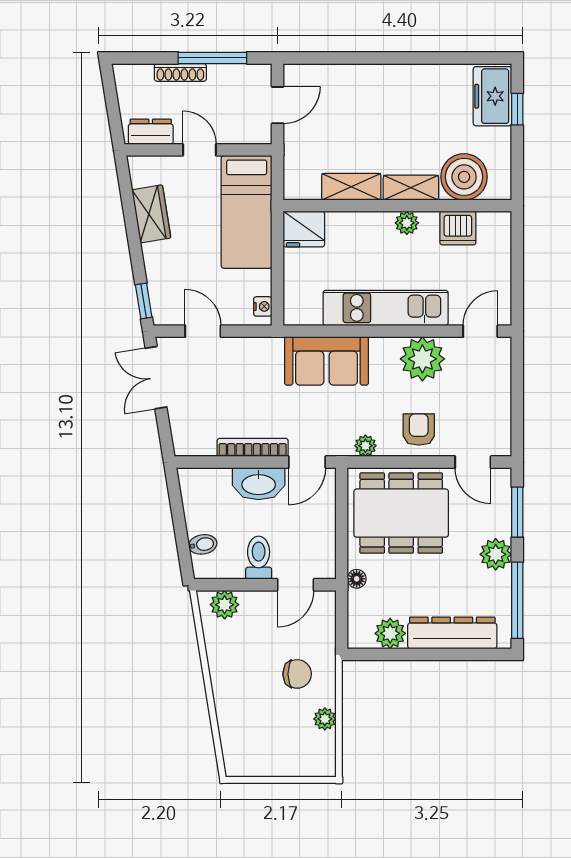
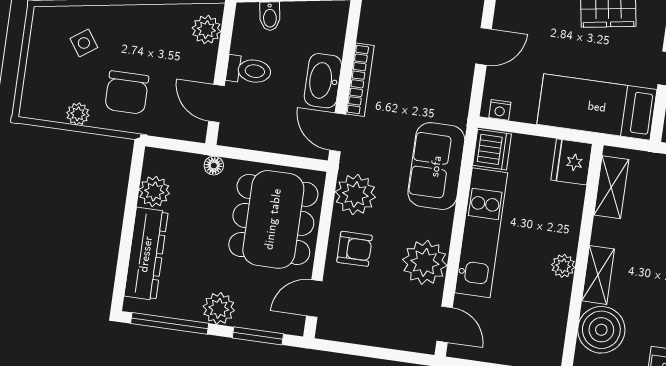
shelving: (351, 187) -> (611, 187), moved
dishwasher: (458, 228) -> (492, 150), moved, turned 180
plant: (365, 446) -> (355, 194), width x1.88, depth x1.88
chair: (297, 674) -> (127, 93), width x1.37, depth x1.37
side table: (255, 723) -> (84, 43), added

